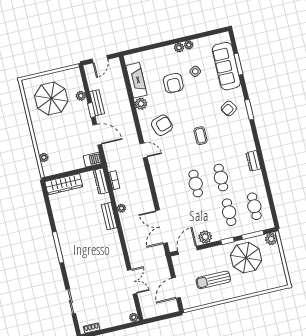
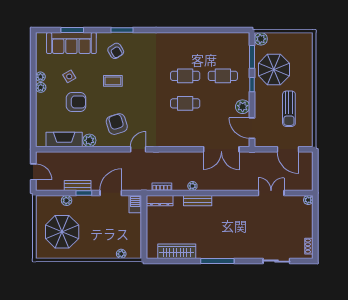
coffee table: (201, 136) -> (113, 81), moved
dresser: (253, 161) -> (176, 38), removed
wardrobe: (64, 184) -> (177, 251), moved, turned -90
cafe table: (254, 206) -> (223, 48), removed

